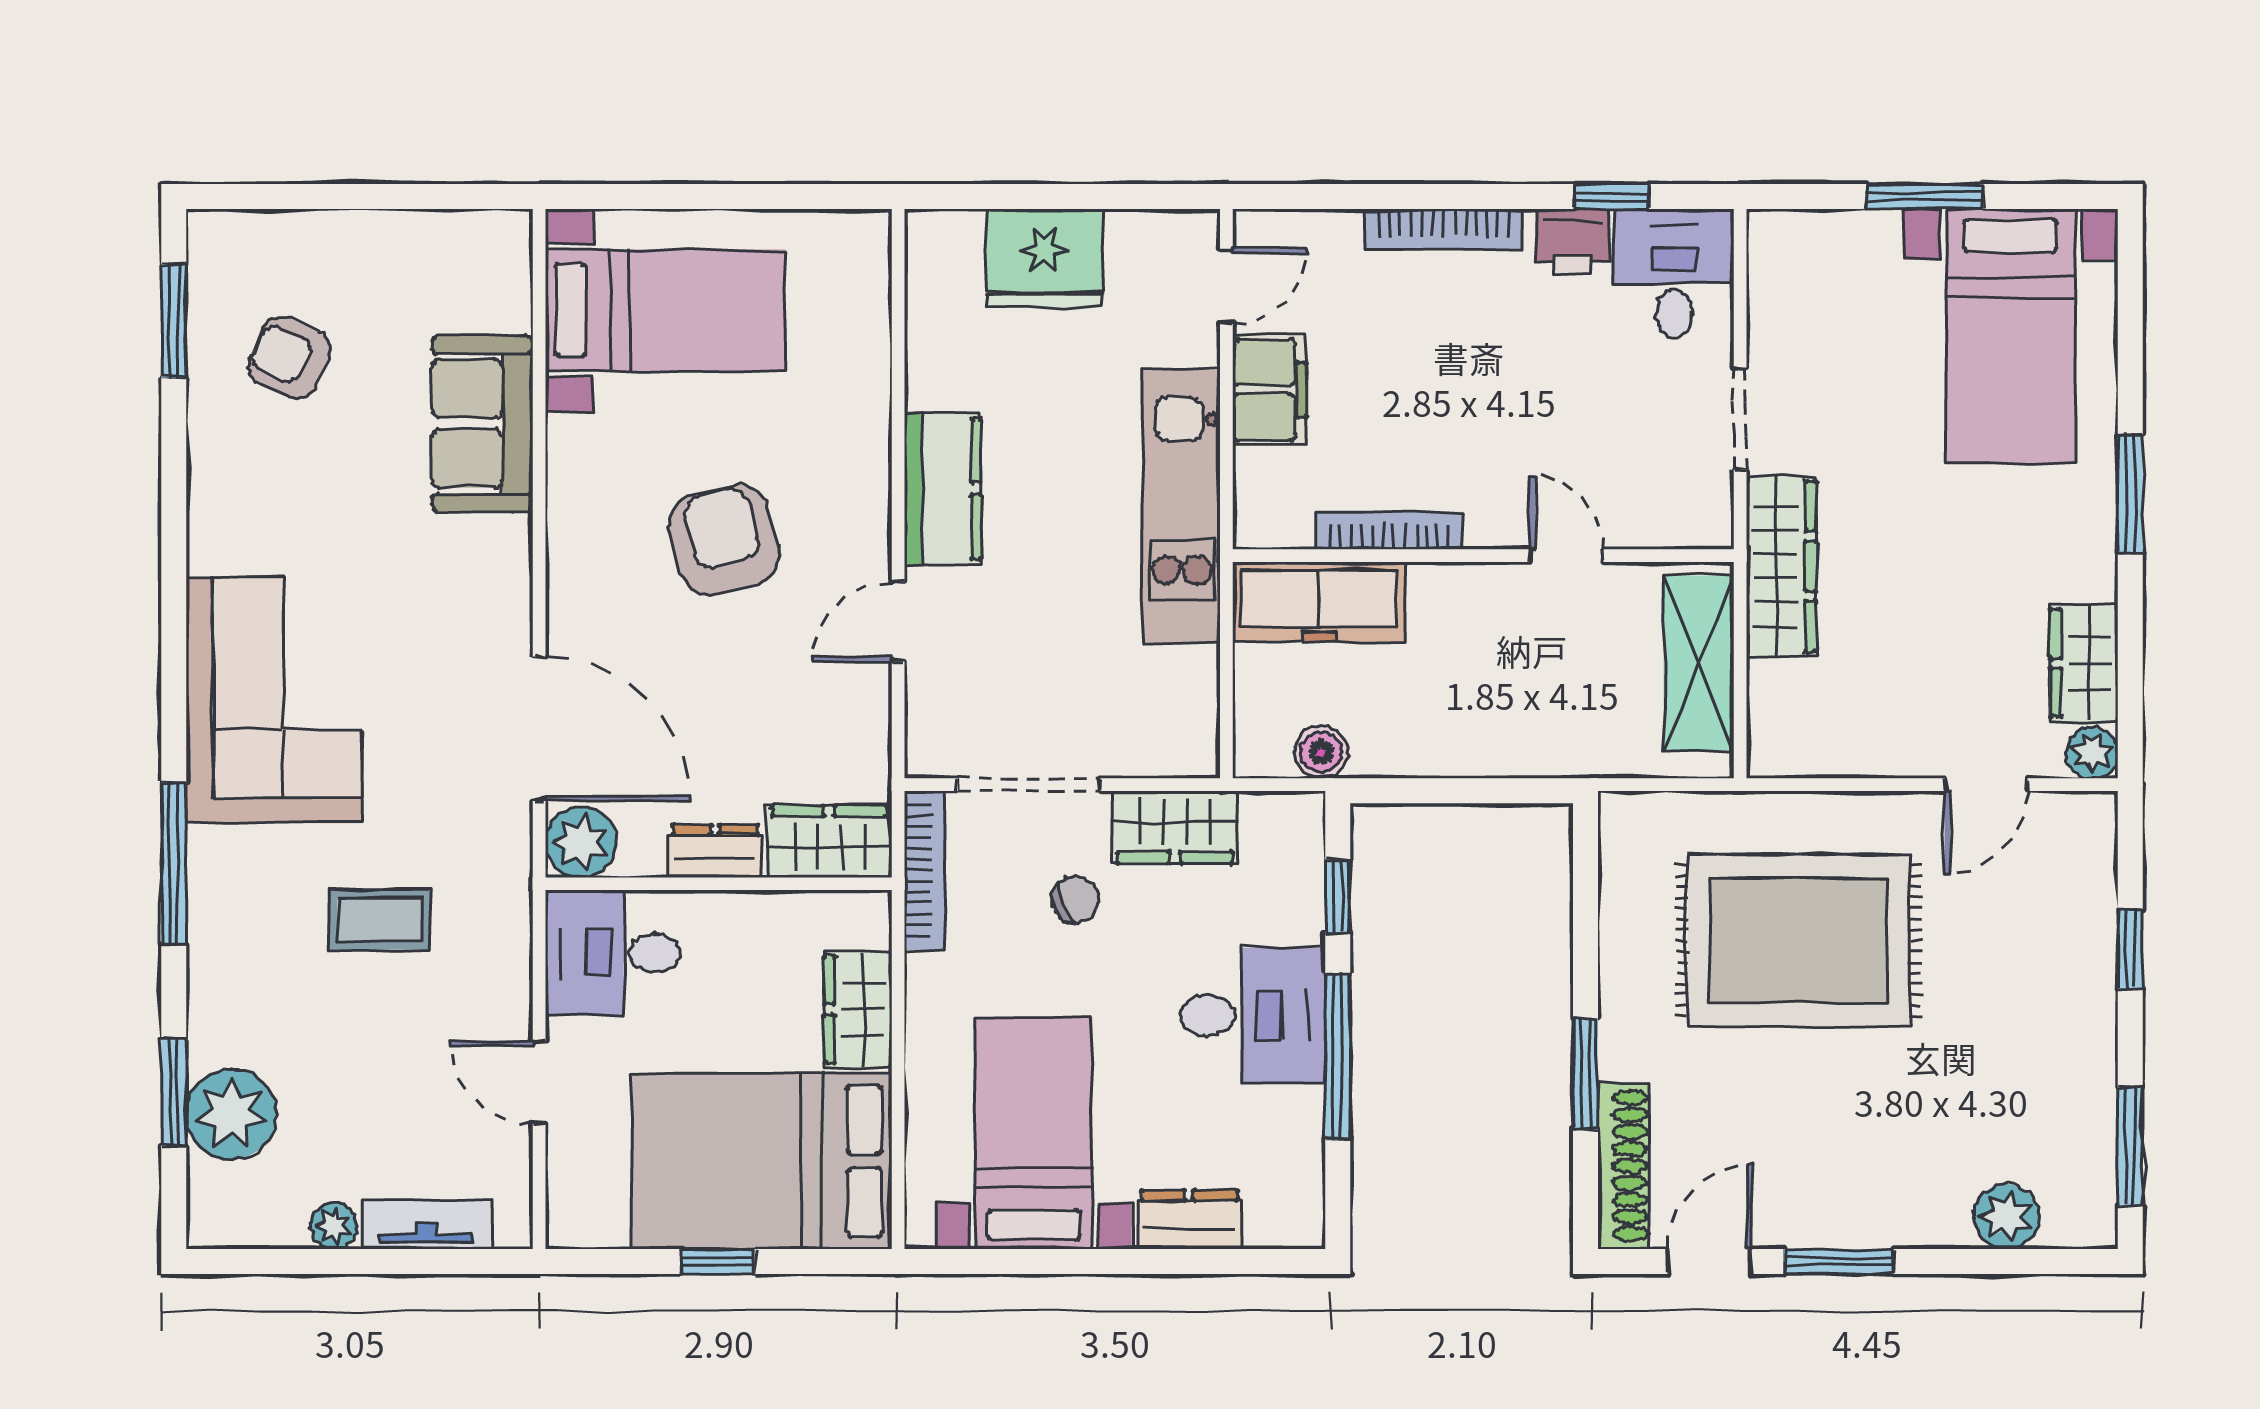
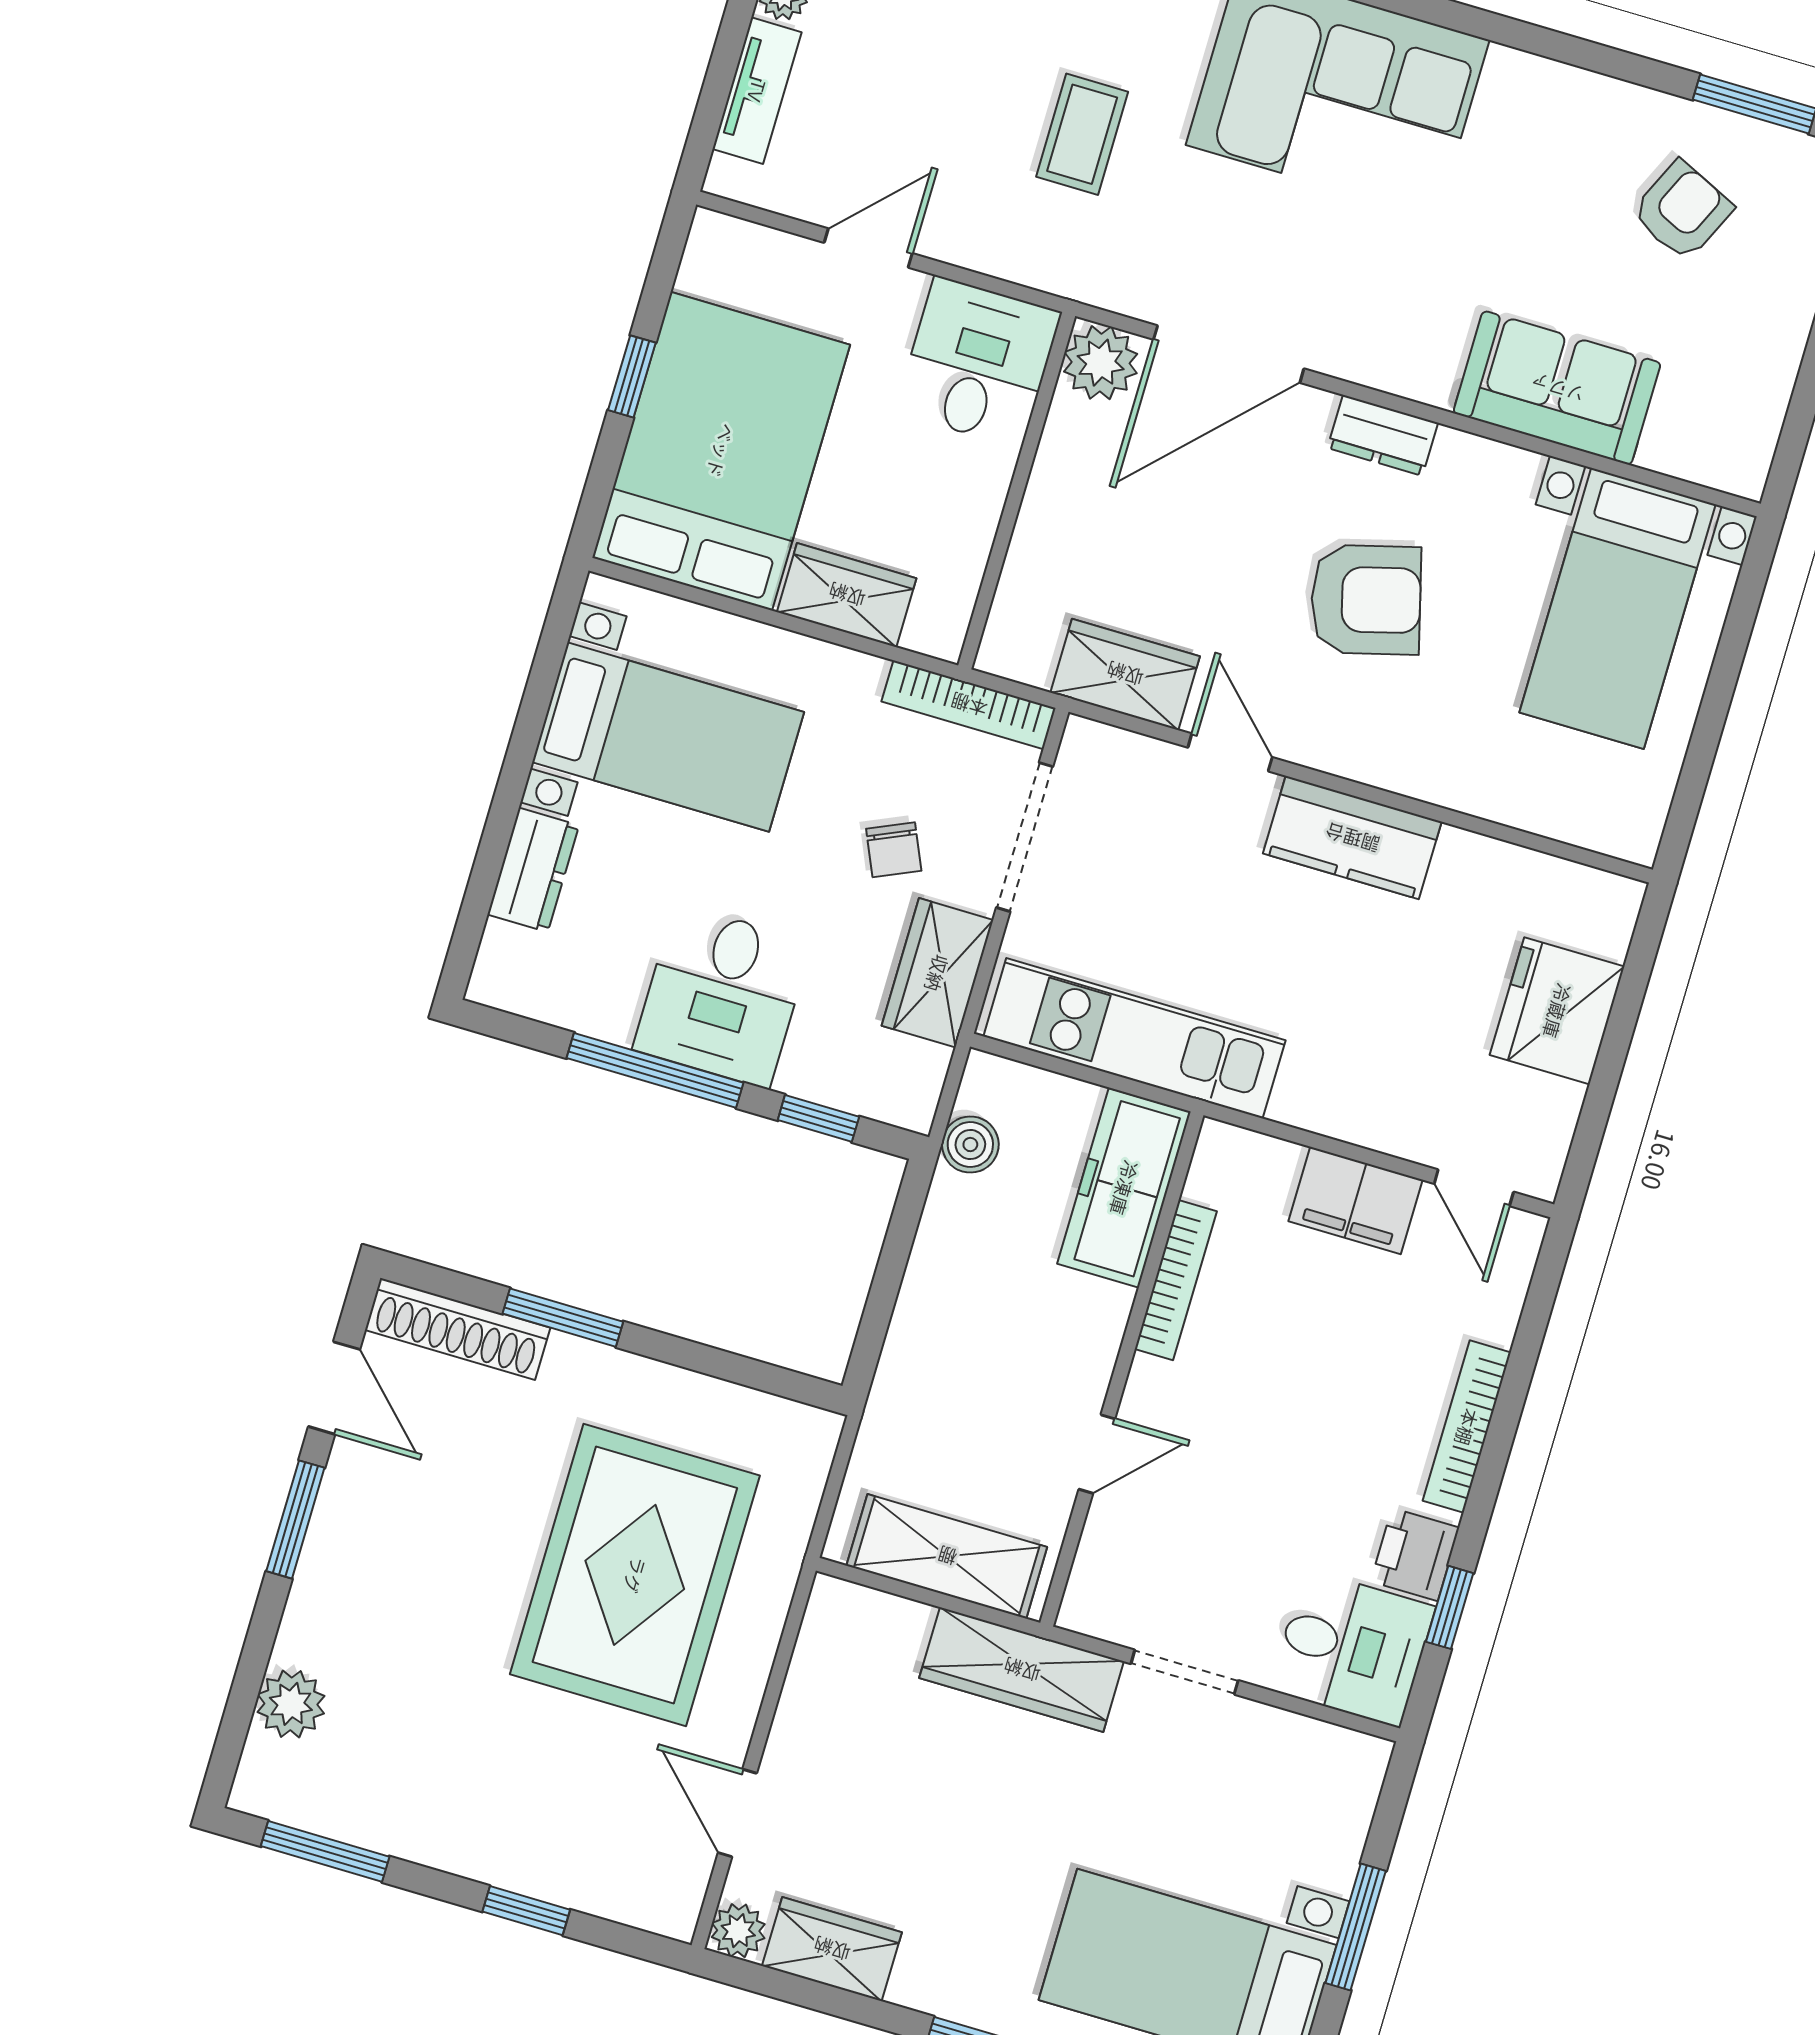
kitchen unit: (1182, 507) -> (1134, 1038), moved
wardrobe: (829, 841) -> (1125, 674), moved, turned -90
dresser: (715, 851) -> (1383, 435), moved, turned 90

